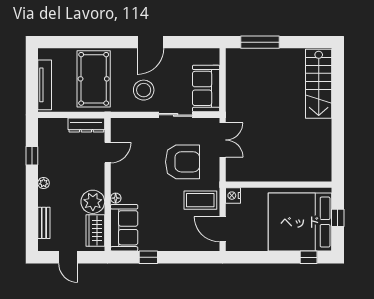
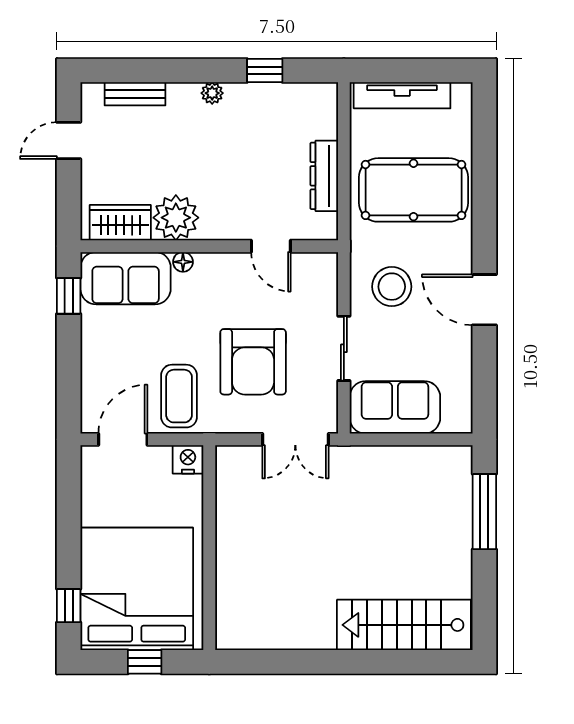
door: (108, 153) -> (271, 246), moved
wall: (108, 185) -> (209, 246), moved
floor lamp: (116, 198) -> (183, 262), moved
plant: (93, 202) -> (176, 218), moved
sofa: (124, 228) -> (126, 278), moved
wardrobe: (95, 231) -> (120, 223), moved

